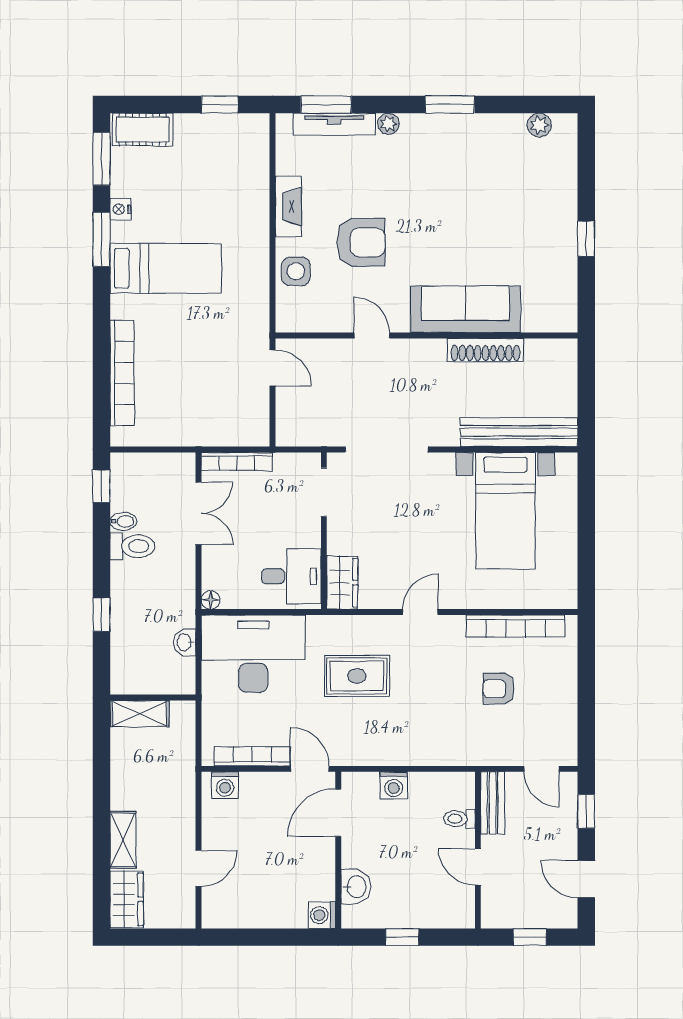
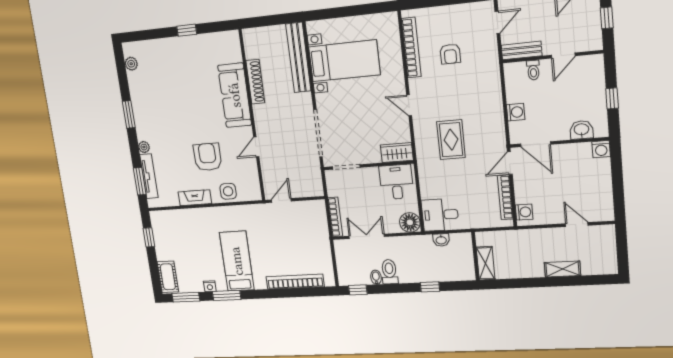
floor lamp: (211, 600) -> (410, 222), width x1.89, depth x1.89
desk: (253, 654) -> (440, 215), width x0.53, depth x0.77
wardrobe: (127, 899) -> (599, 265), removed

